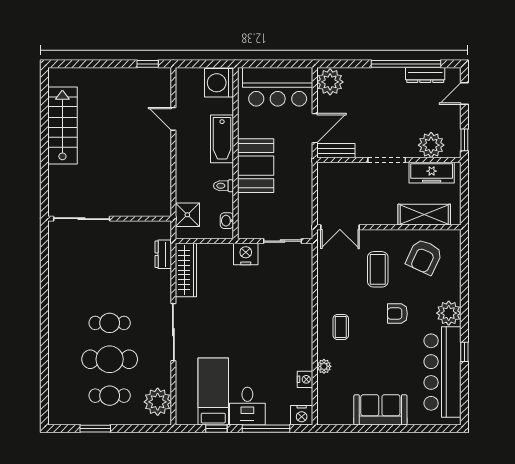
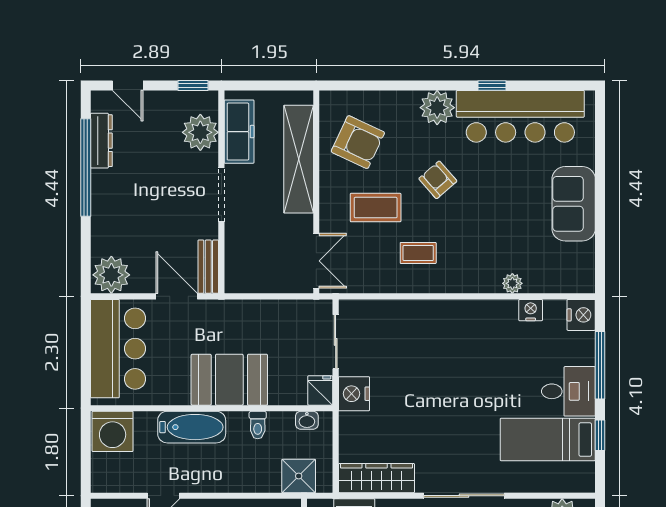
shelving: (424, 215) -> (299, 159), width x1.47
fridge: (248, 230) -> (320, 390), added
armchair: (397, 314) -> (438, 180), turned 139
coffee table: (341, 327) -> (418, 253), moved

